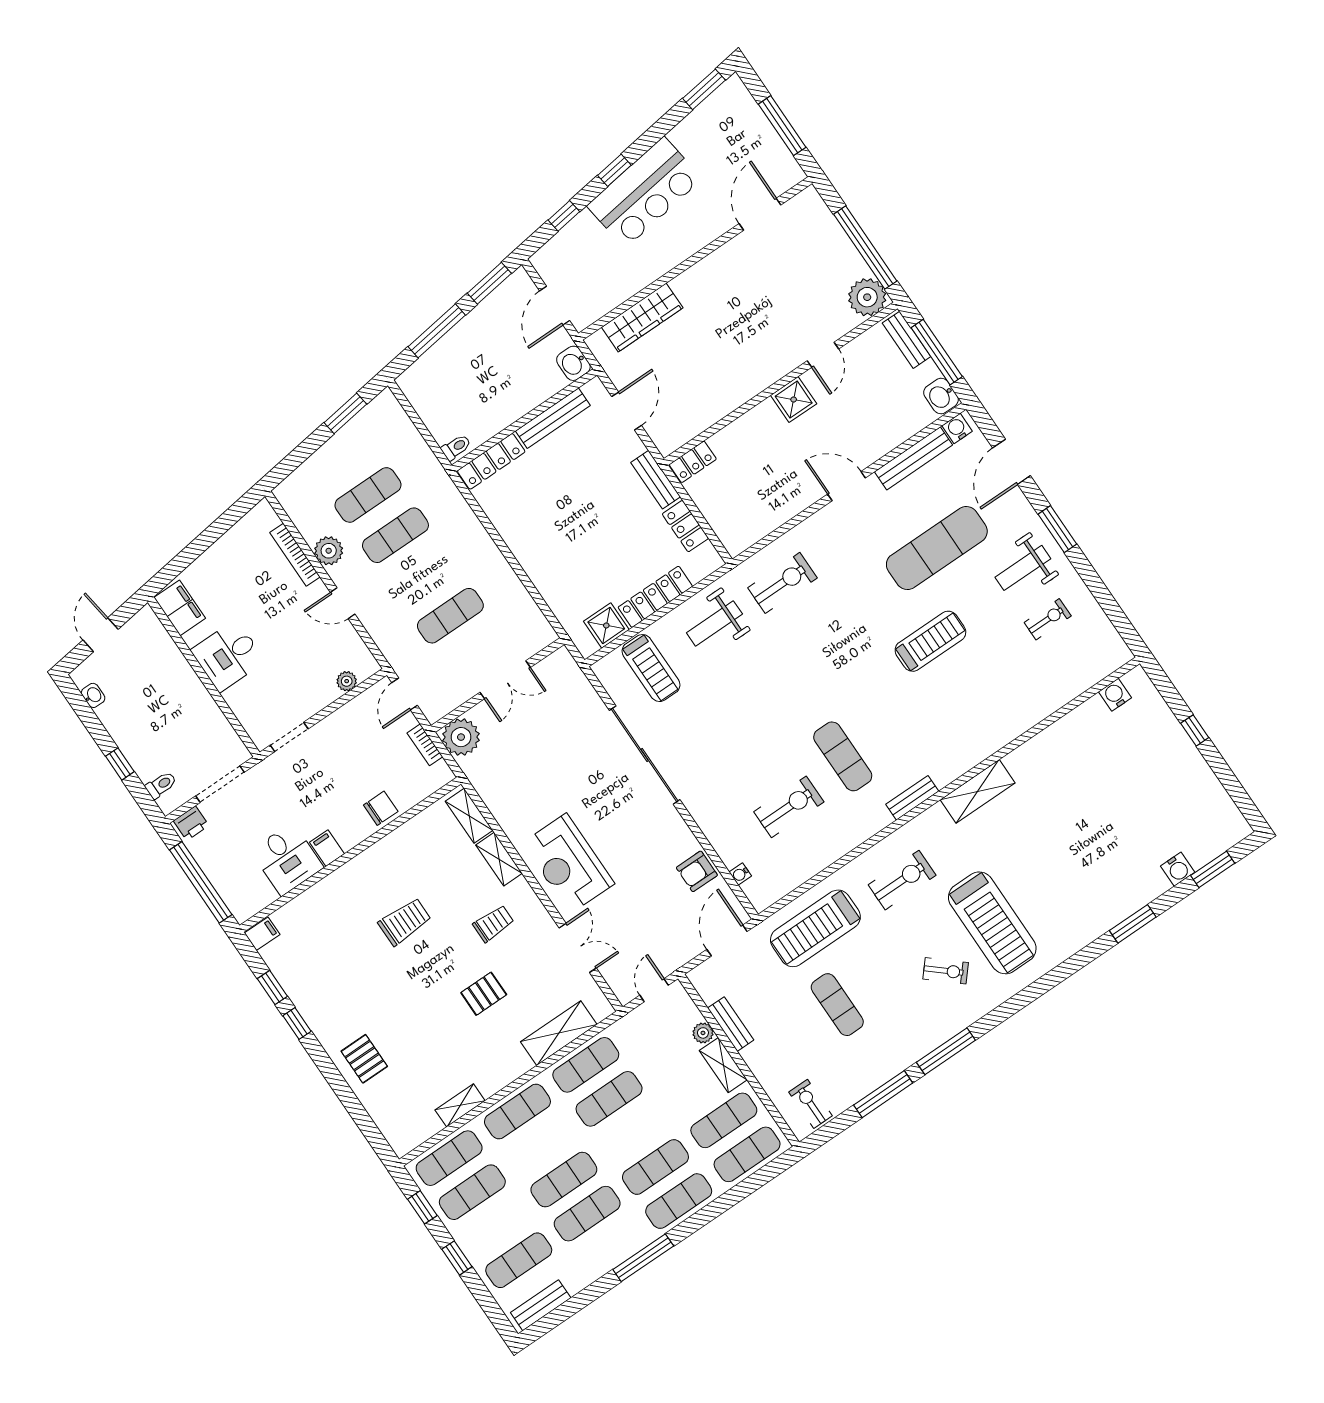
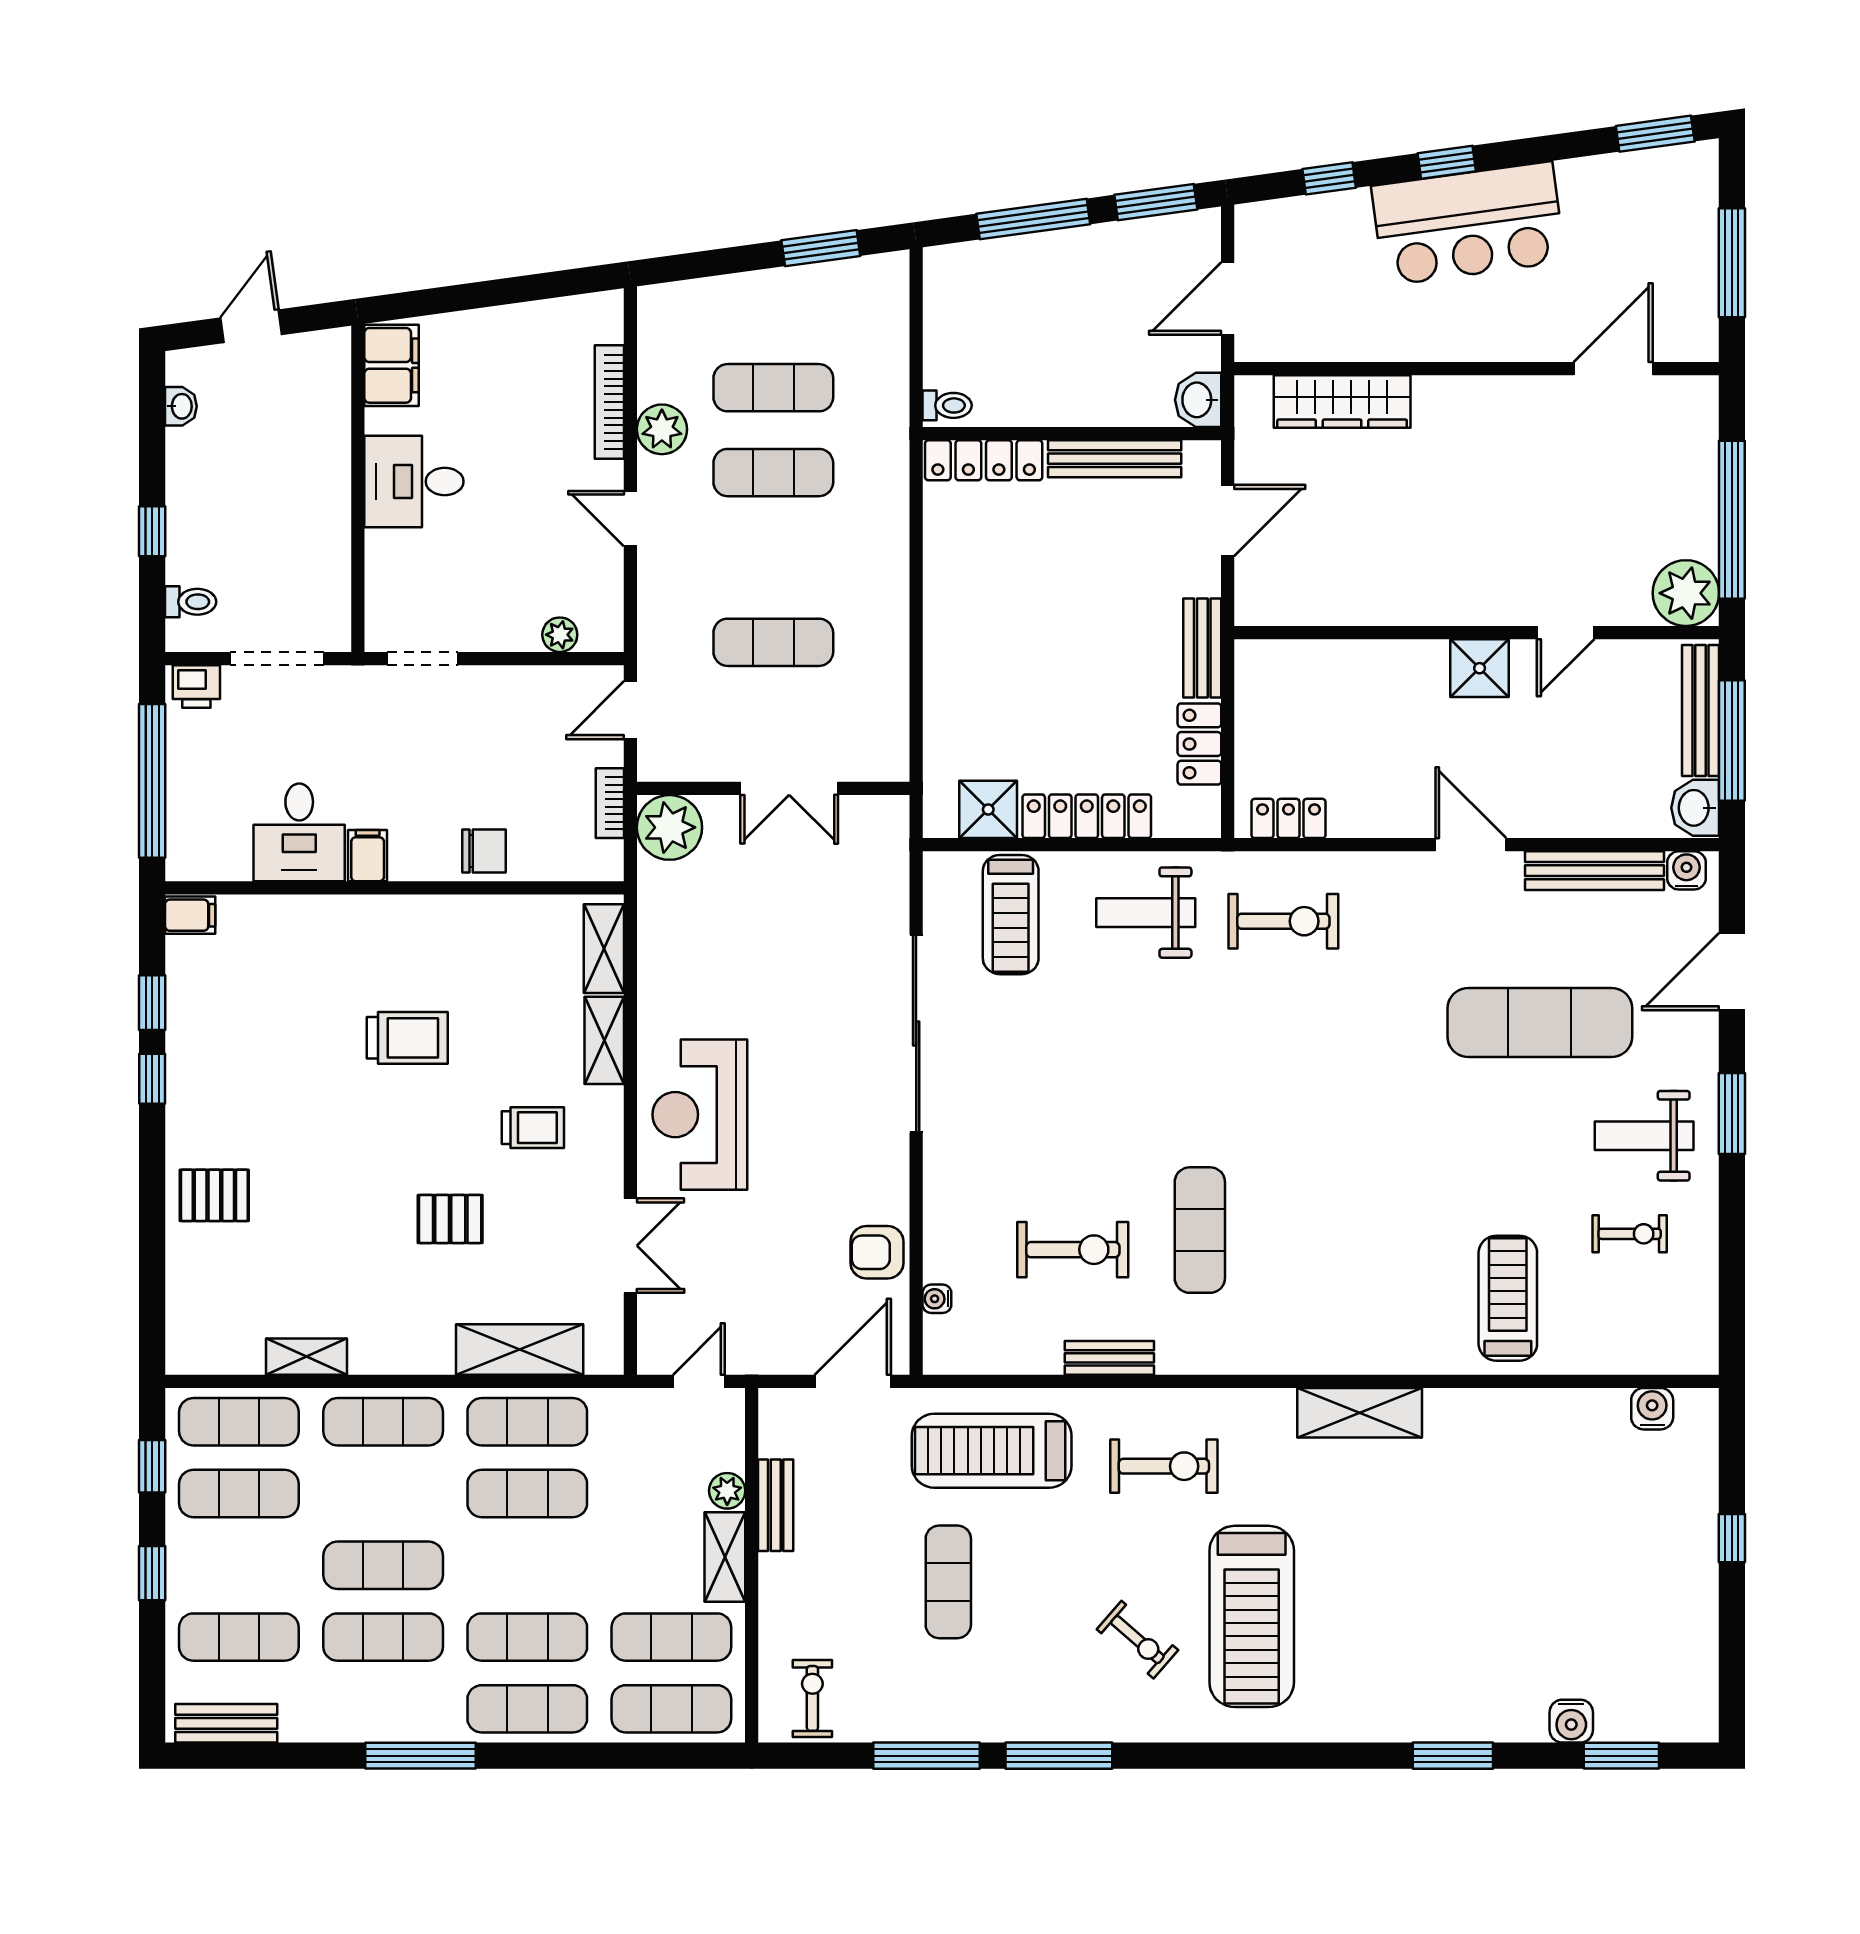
bench: (906, 340) -> (1701, 711), width x1.36
locker: (693, 462) -> (1288, 818), moved, turned 180
treadmill: (930, 641) -> (1508, 1298), moved, turned -90
bench: (912, 798) -> (1109, 1358), moved
pallet: (364, 1059) -> (214, 1195), turned 90

